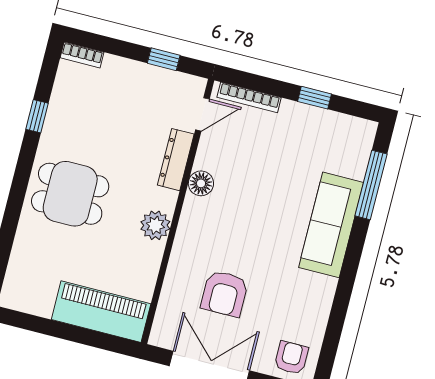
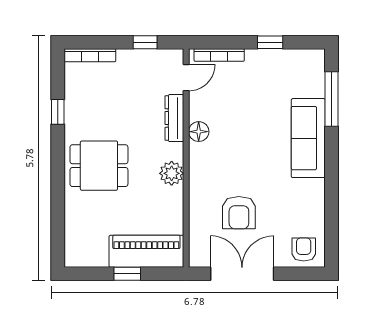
bookcase: (82, 55) -> (90, 55), width x1.56
window: (71, 333) -> (127, 274), added

